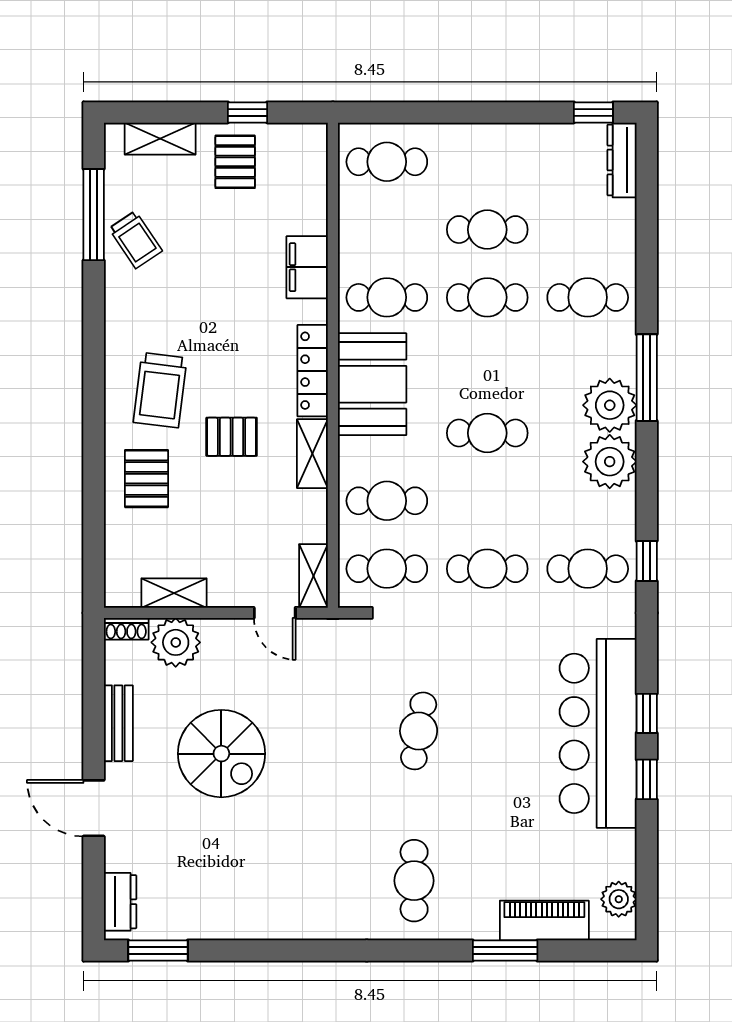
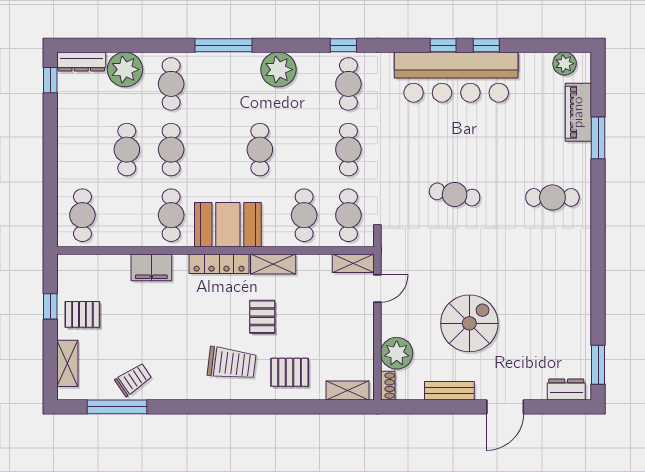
plant: (610, 405) -> (125, 69), moved
shelving: (174, 593) -> (348, 391), moved, turned 90

